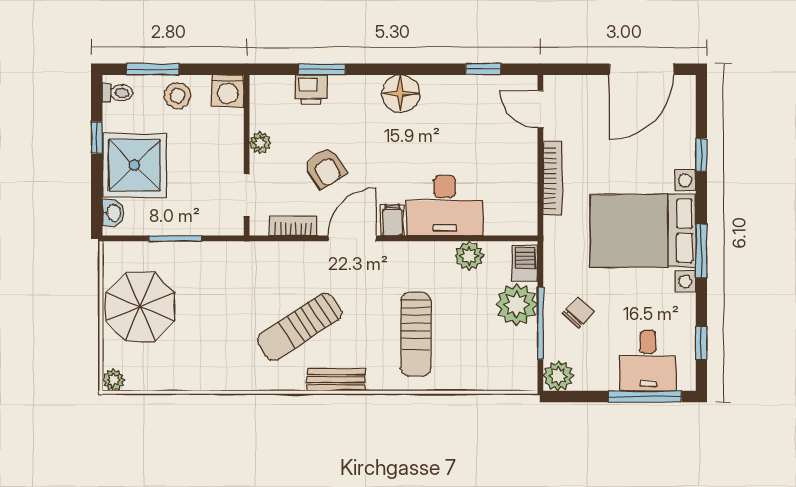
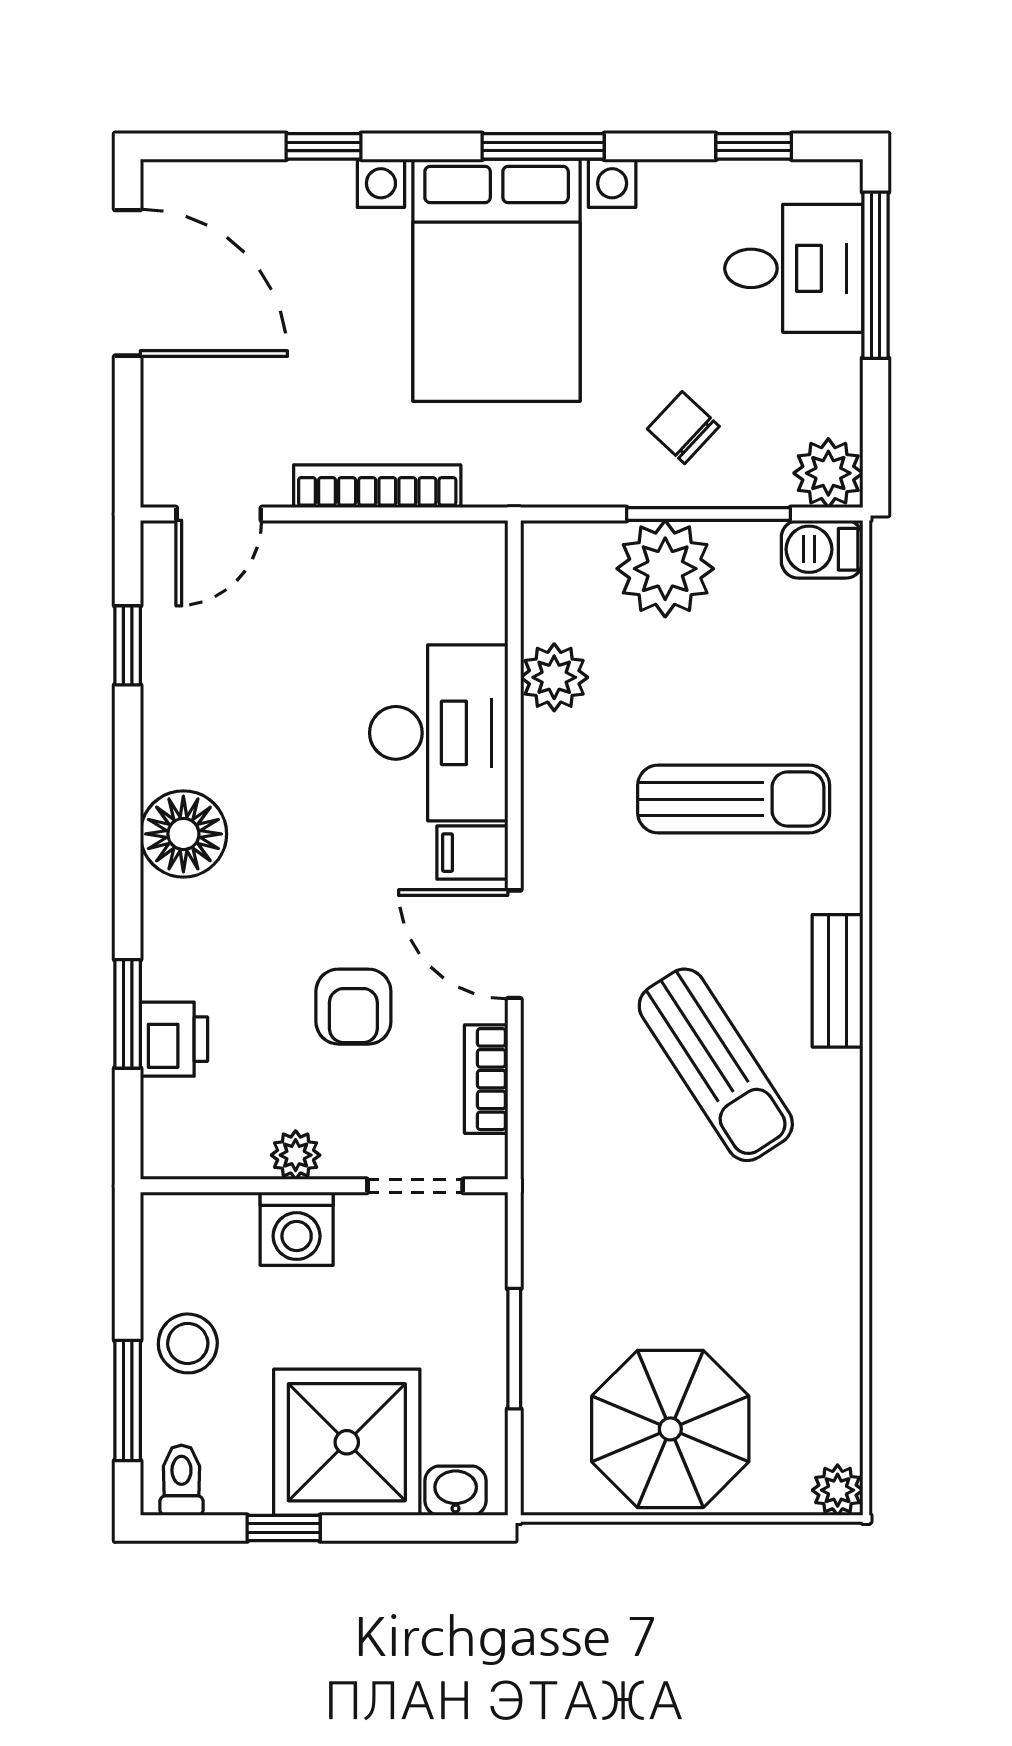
washing machine: (228, 91) -> (297, 1229), moved, turned 90
armchair: (325, 168) -> (353, 1007), turned 122
barbecue: (525, 263) -> (822, 549), moved

